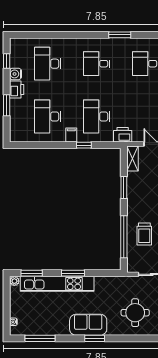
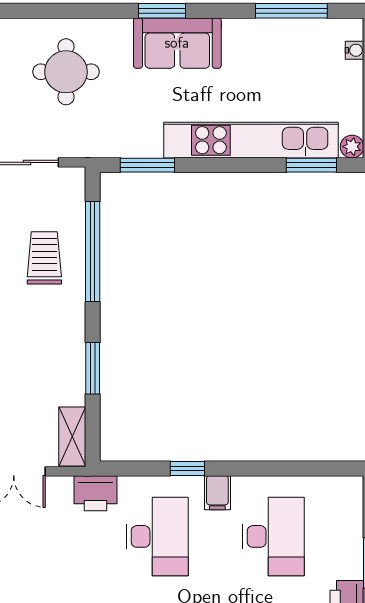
window: (73, 273) -> (147, 165), moved

